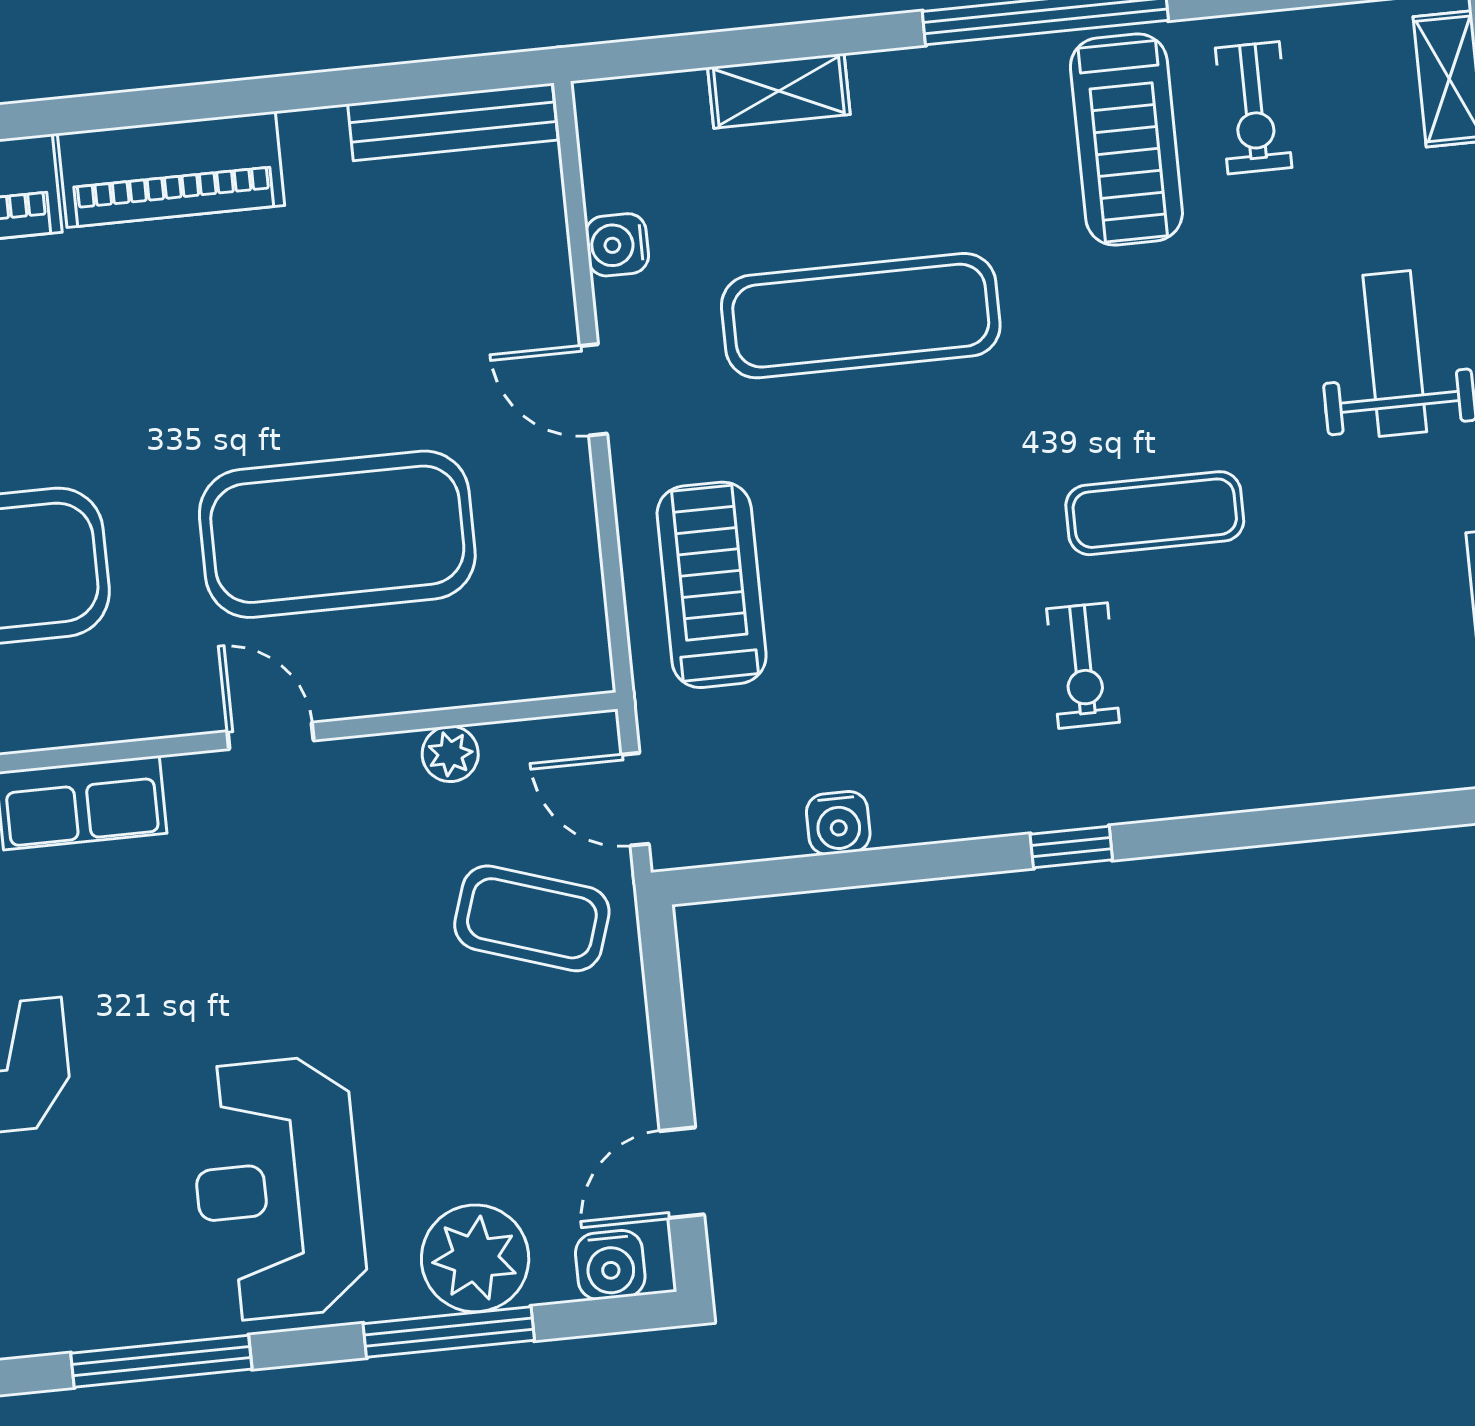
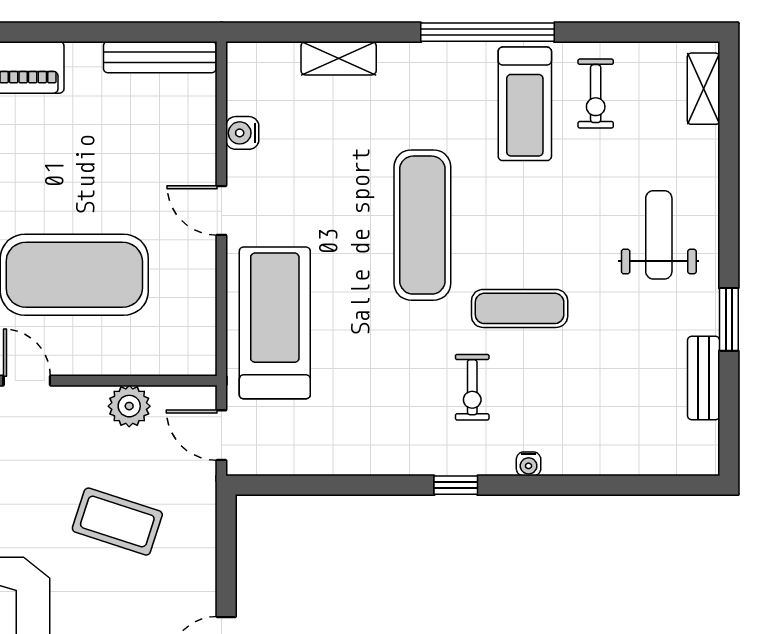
exercise mat: (861, 316) -> (422, 225), moved, turned 90
treadmill: (712, 585) -> (275, 323), width x1.37, depth x1.38
plant: (450, 754) -> (129, 406), width x1.38, depth x1.38
water cooler: (838, 823) -> (529, 464), moved, width x0.72, depth x0.72
coffee table: (532, 918) -> (117, 522), moved

